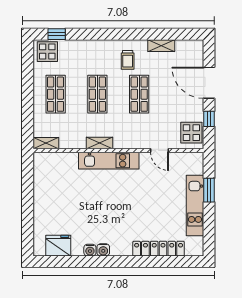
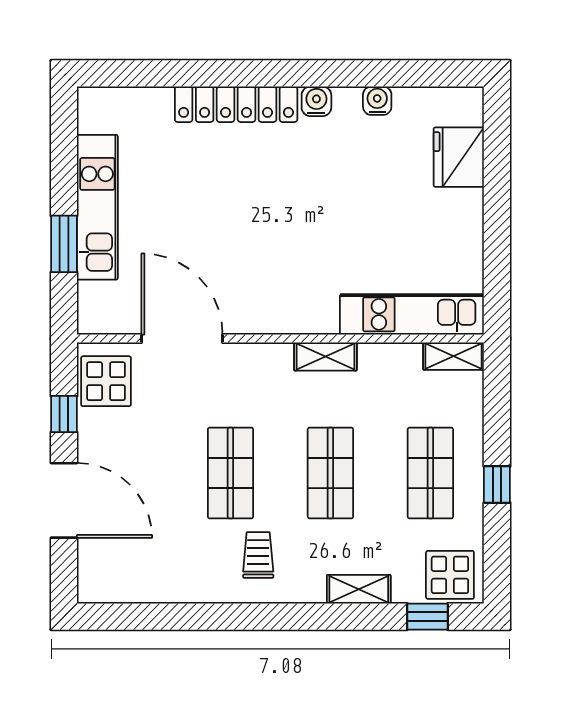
shelving: (161, 46) -> (359, 589), moved
window: (28, 89) -> (497, 484), added
door: (159, 151) -> (182, 339), width x1.87
kitchen unit: (109, 161) -> (412, 314), moved
fridge: (58, 246) -> (459, 157), moved, turned 90
locker: (159, 249) -> (236, 104), moved
water cooler: (90, 250) -> (377, 101), moved

